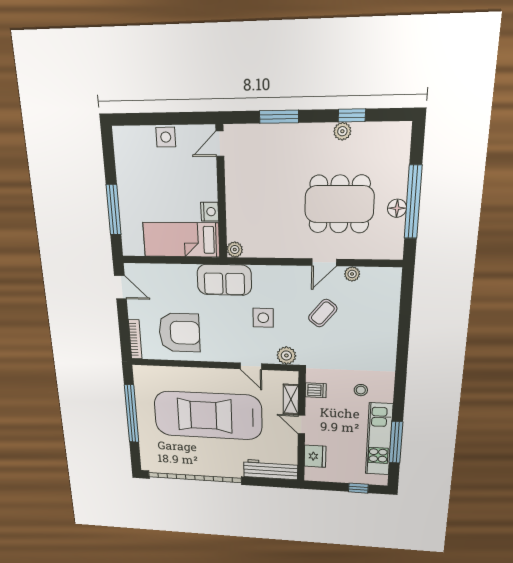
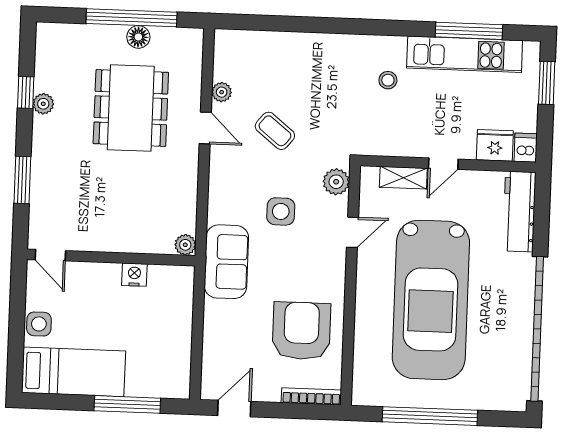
bed: (181, 240) -> (74, 372), moved, turned -90
dishwasher: (316, 390) -> (526, 148), moved
window: (358, 488) -> (547, 83), width x1.50

